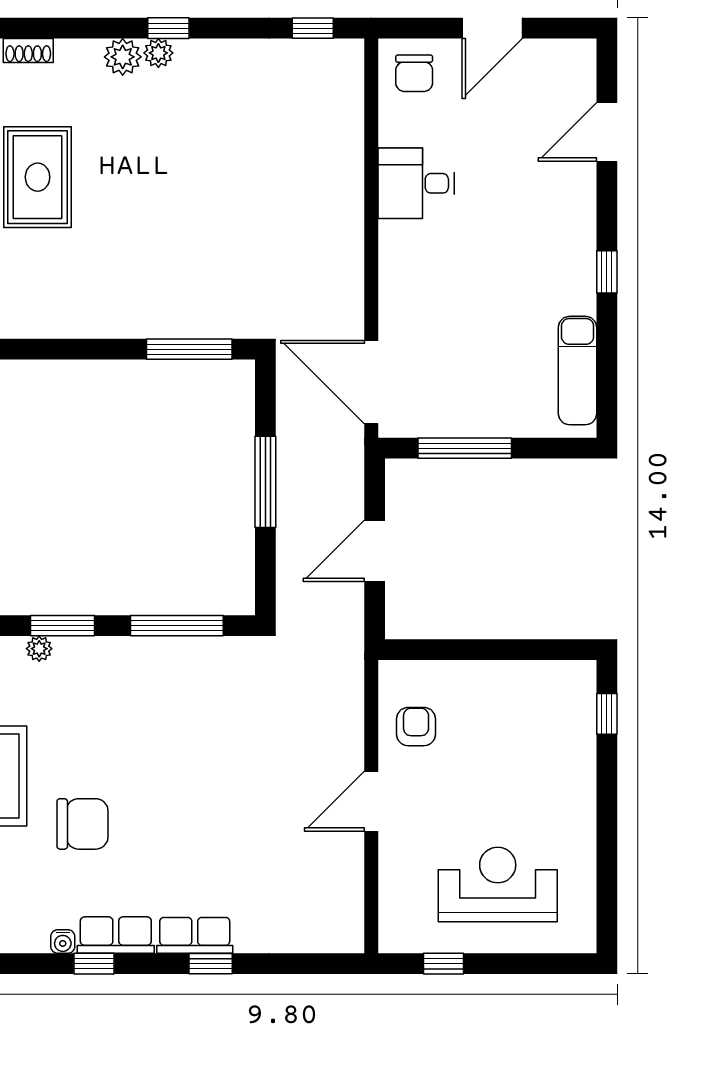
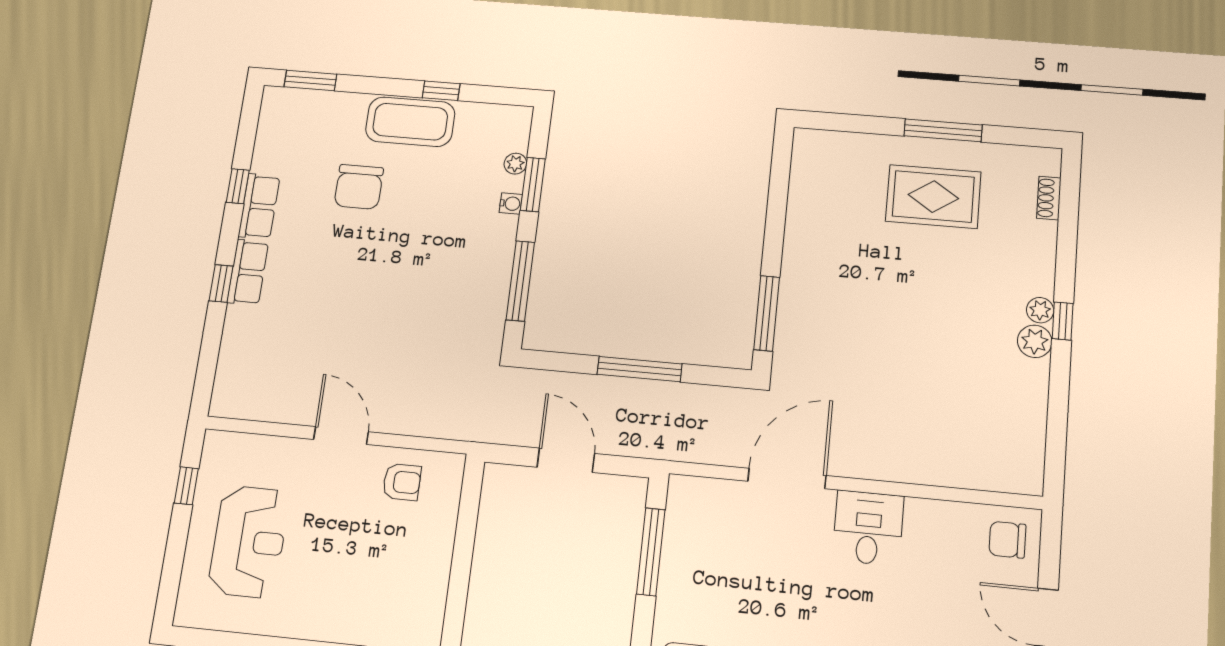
window: (313, 28) -> (1056, 450), removed
plant: (123, 57) -> (1035, 341), moved
desk: (416, 183) -> (868, 528), moved
door: (371, 382) -> (787, 478), moved
water cooler: (63, 942) -> (511, 204), moved, turned 180

